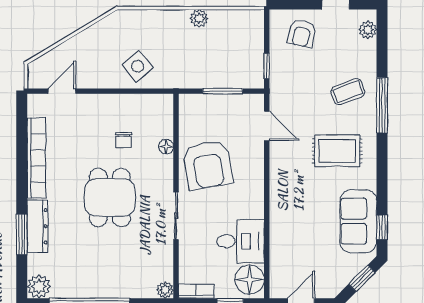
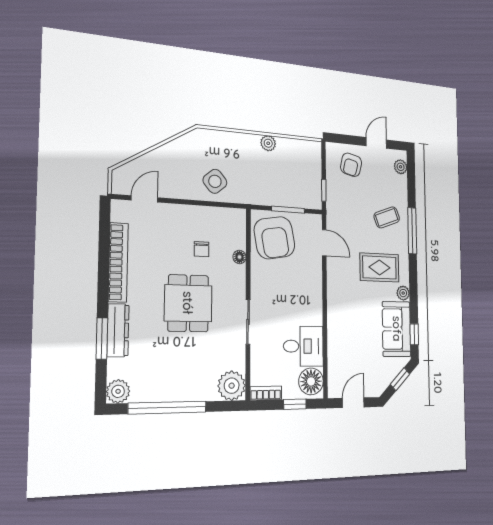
armchair: (208, 165) -> (274, 238), moved
plant: (368, 179) -> (403, 293), added
plant: (165, 290) -> (232, 386), width x1.88, depth x1.88

